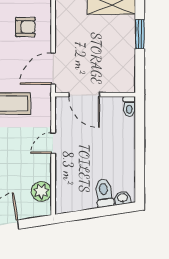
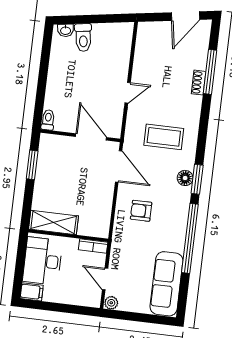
window: (140, 34) -> (32, 165), moved
door: (53, 69) -> (119, 166), hinge flipped
plant: (41, 191) -> (145, 47), removed

